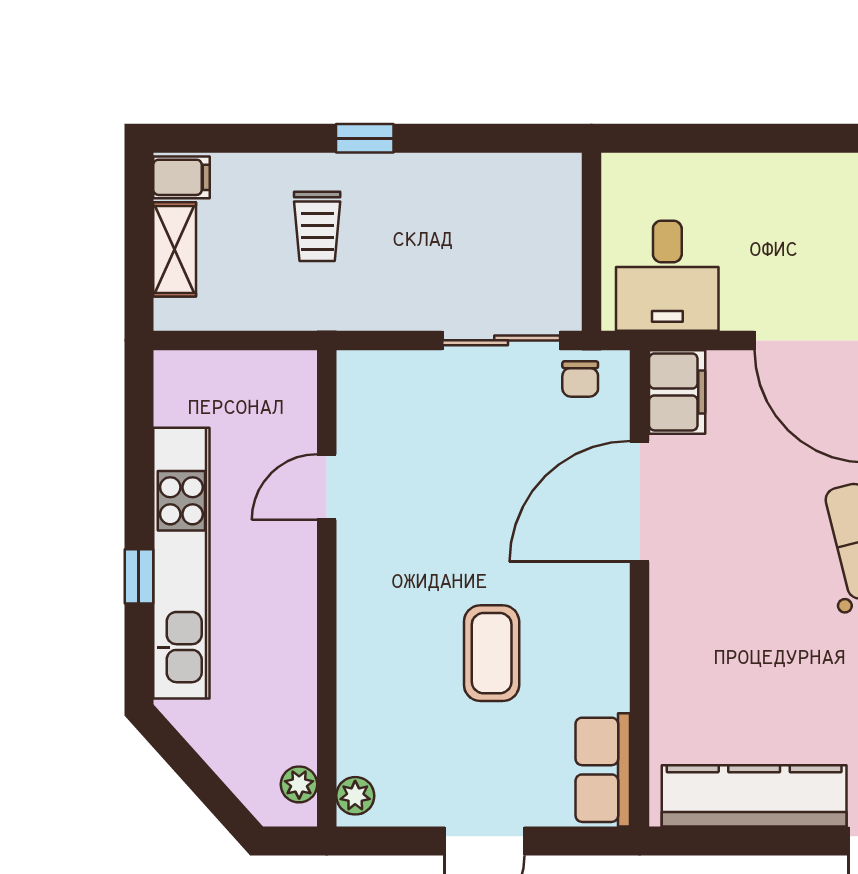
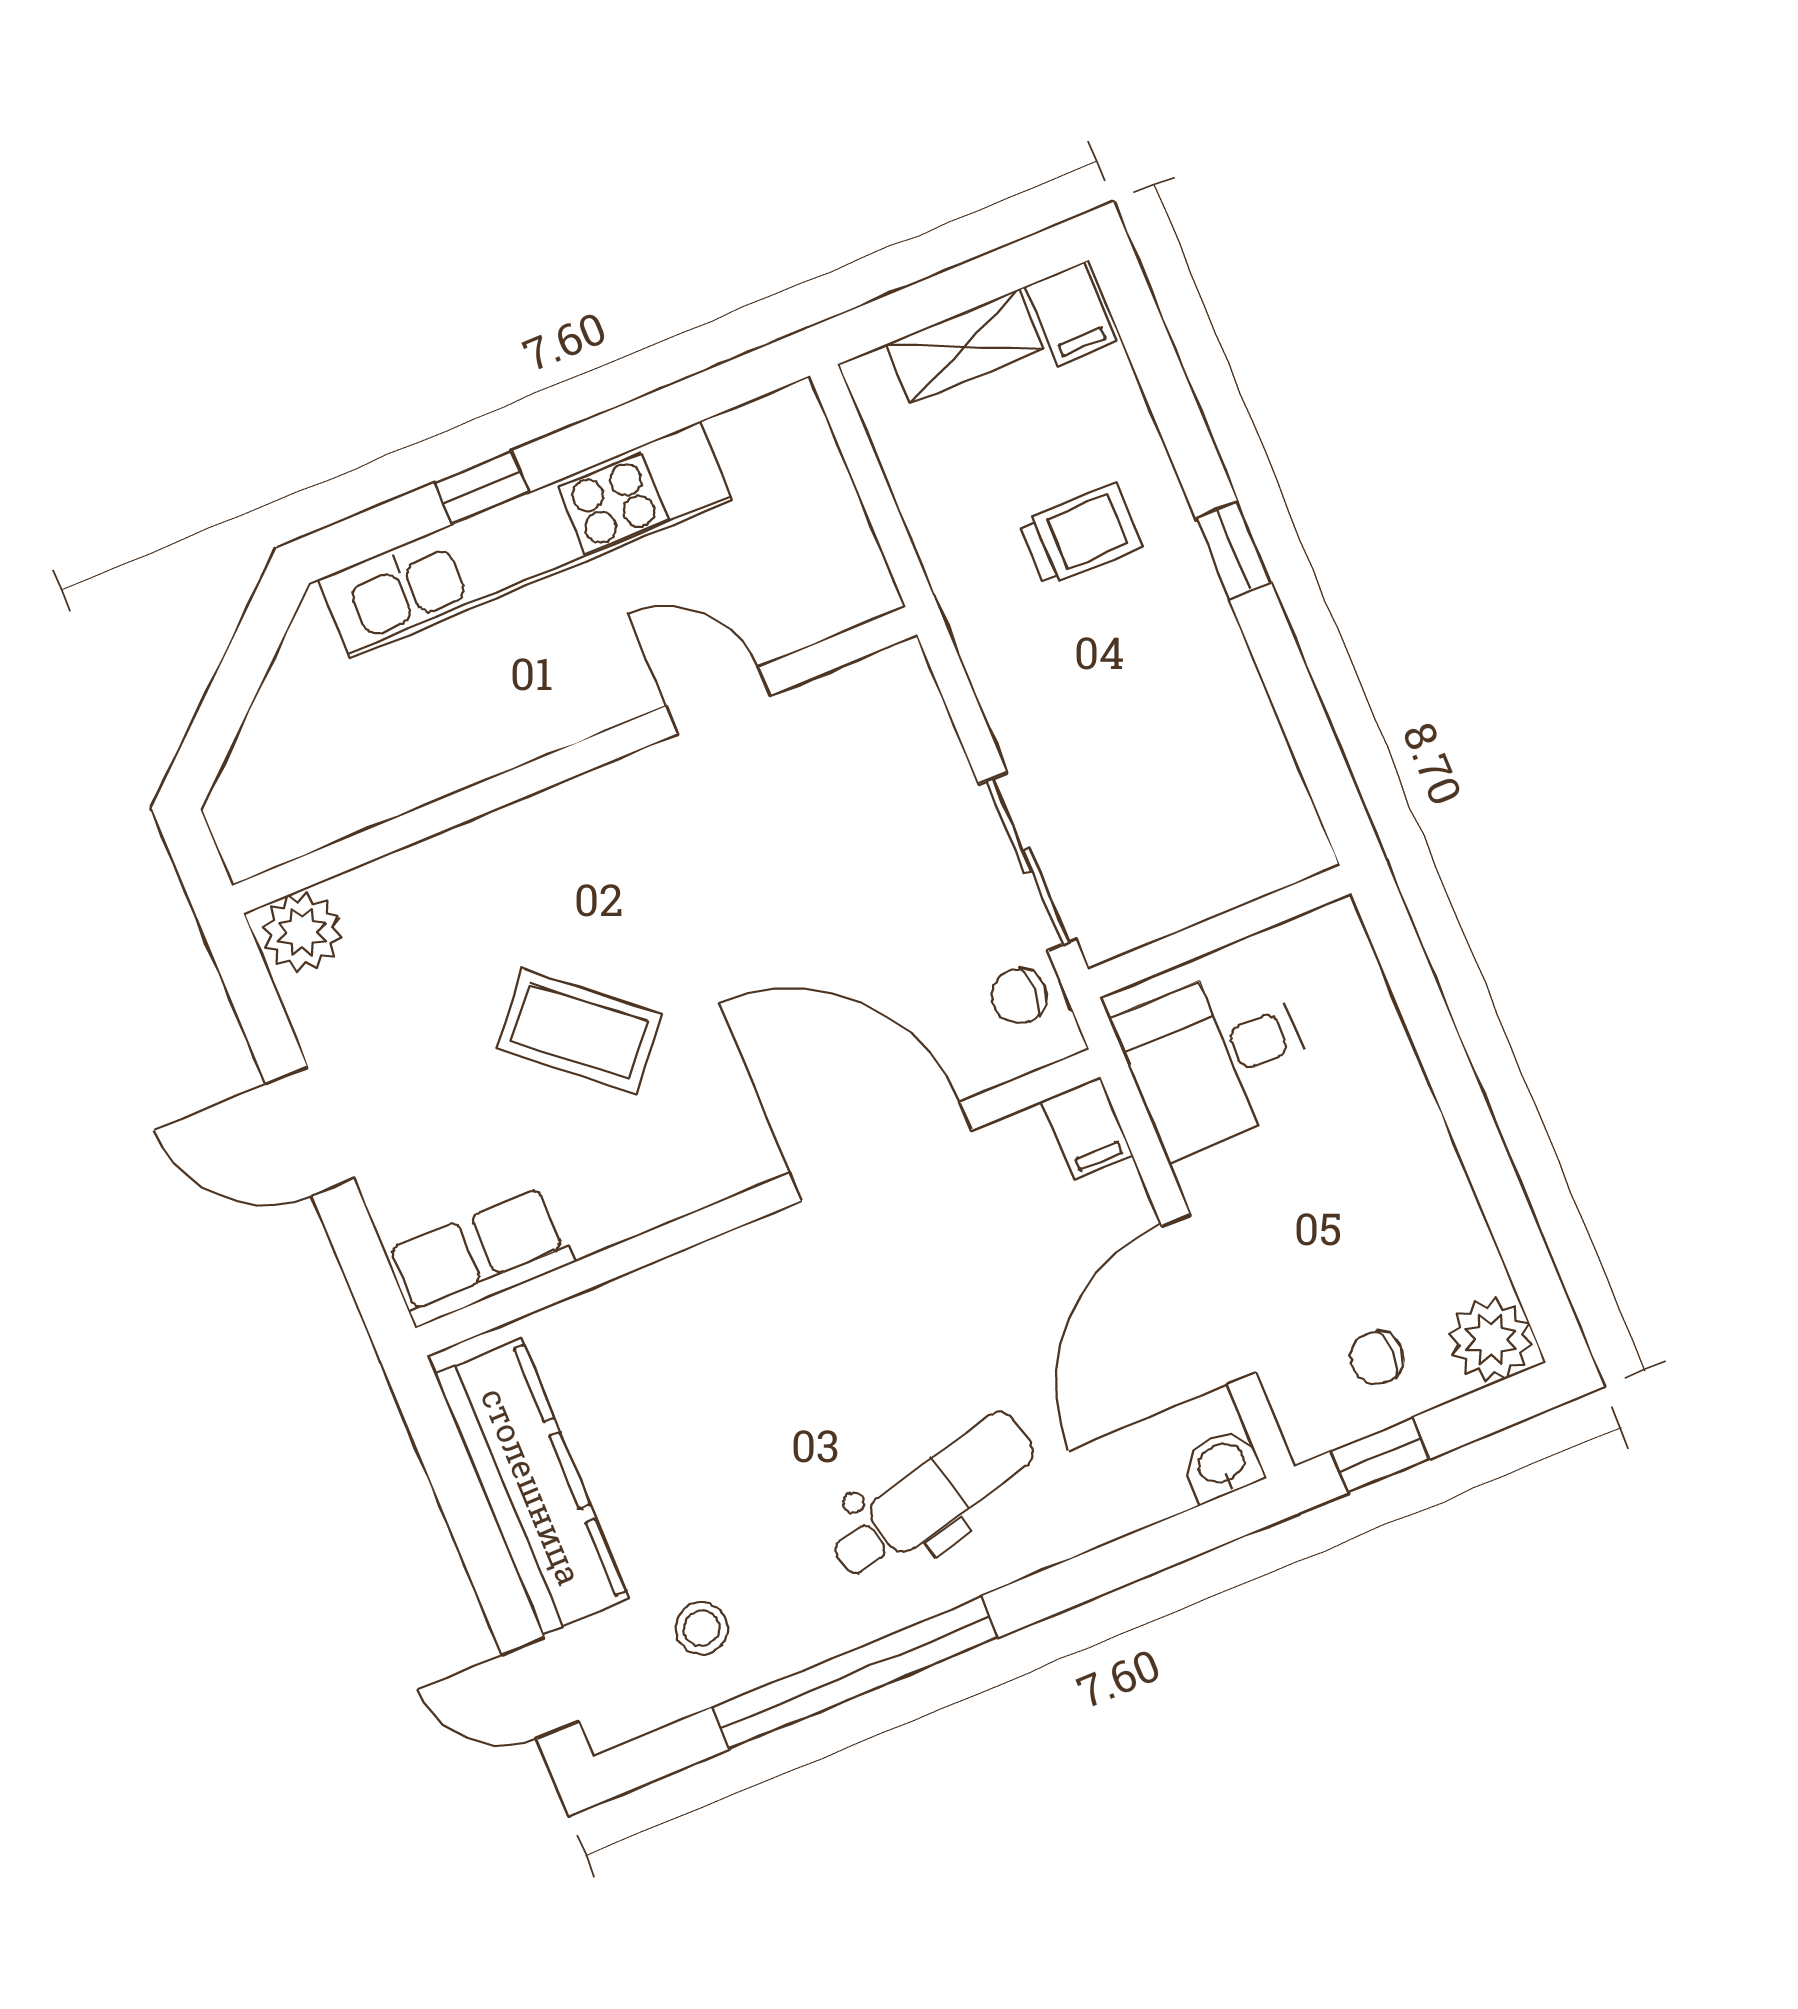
trolley: (317, 226) -> (1081, 534), turned 180
filing cabinet: (677, 392) -> (1087, 1128), width x0.50
coffee table: (492, 653) -> (580, 1031), turned 40
plant: (299, 784) -> (281, 836), removed
plant: (355, 796) -> (302, 932), width x1.38, depth x1.38

